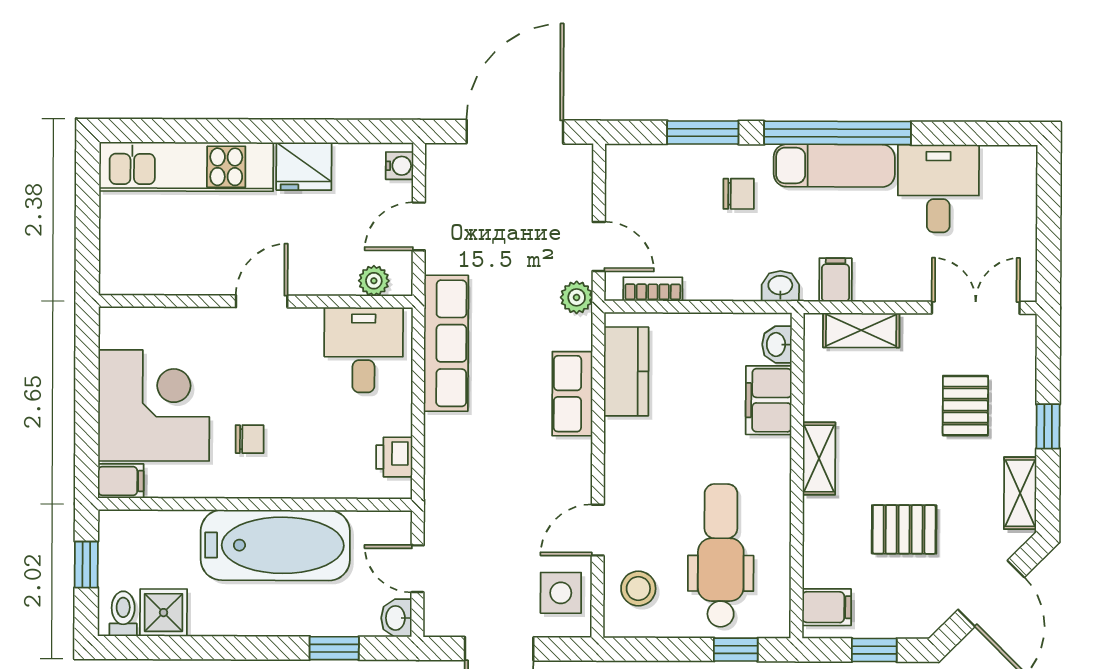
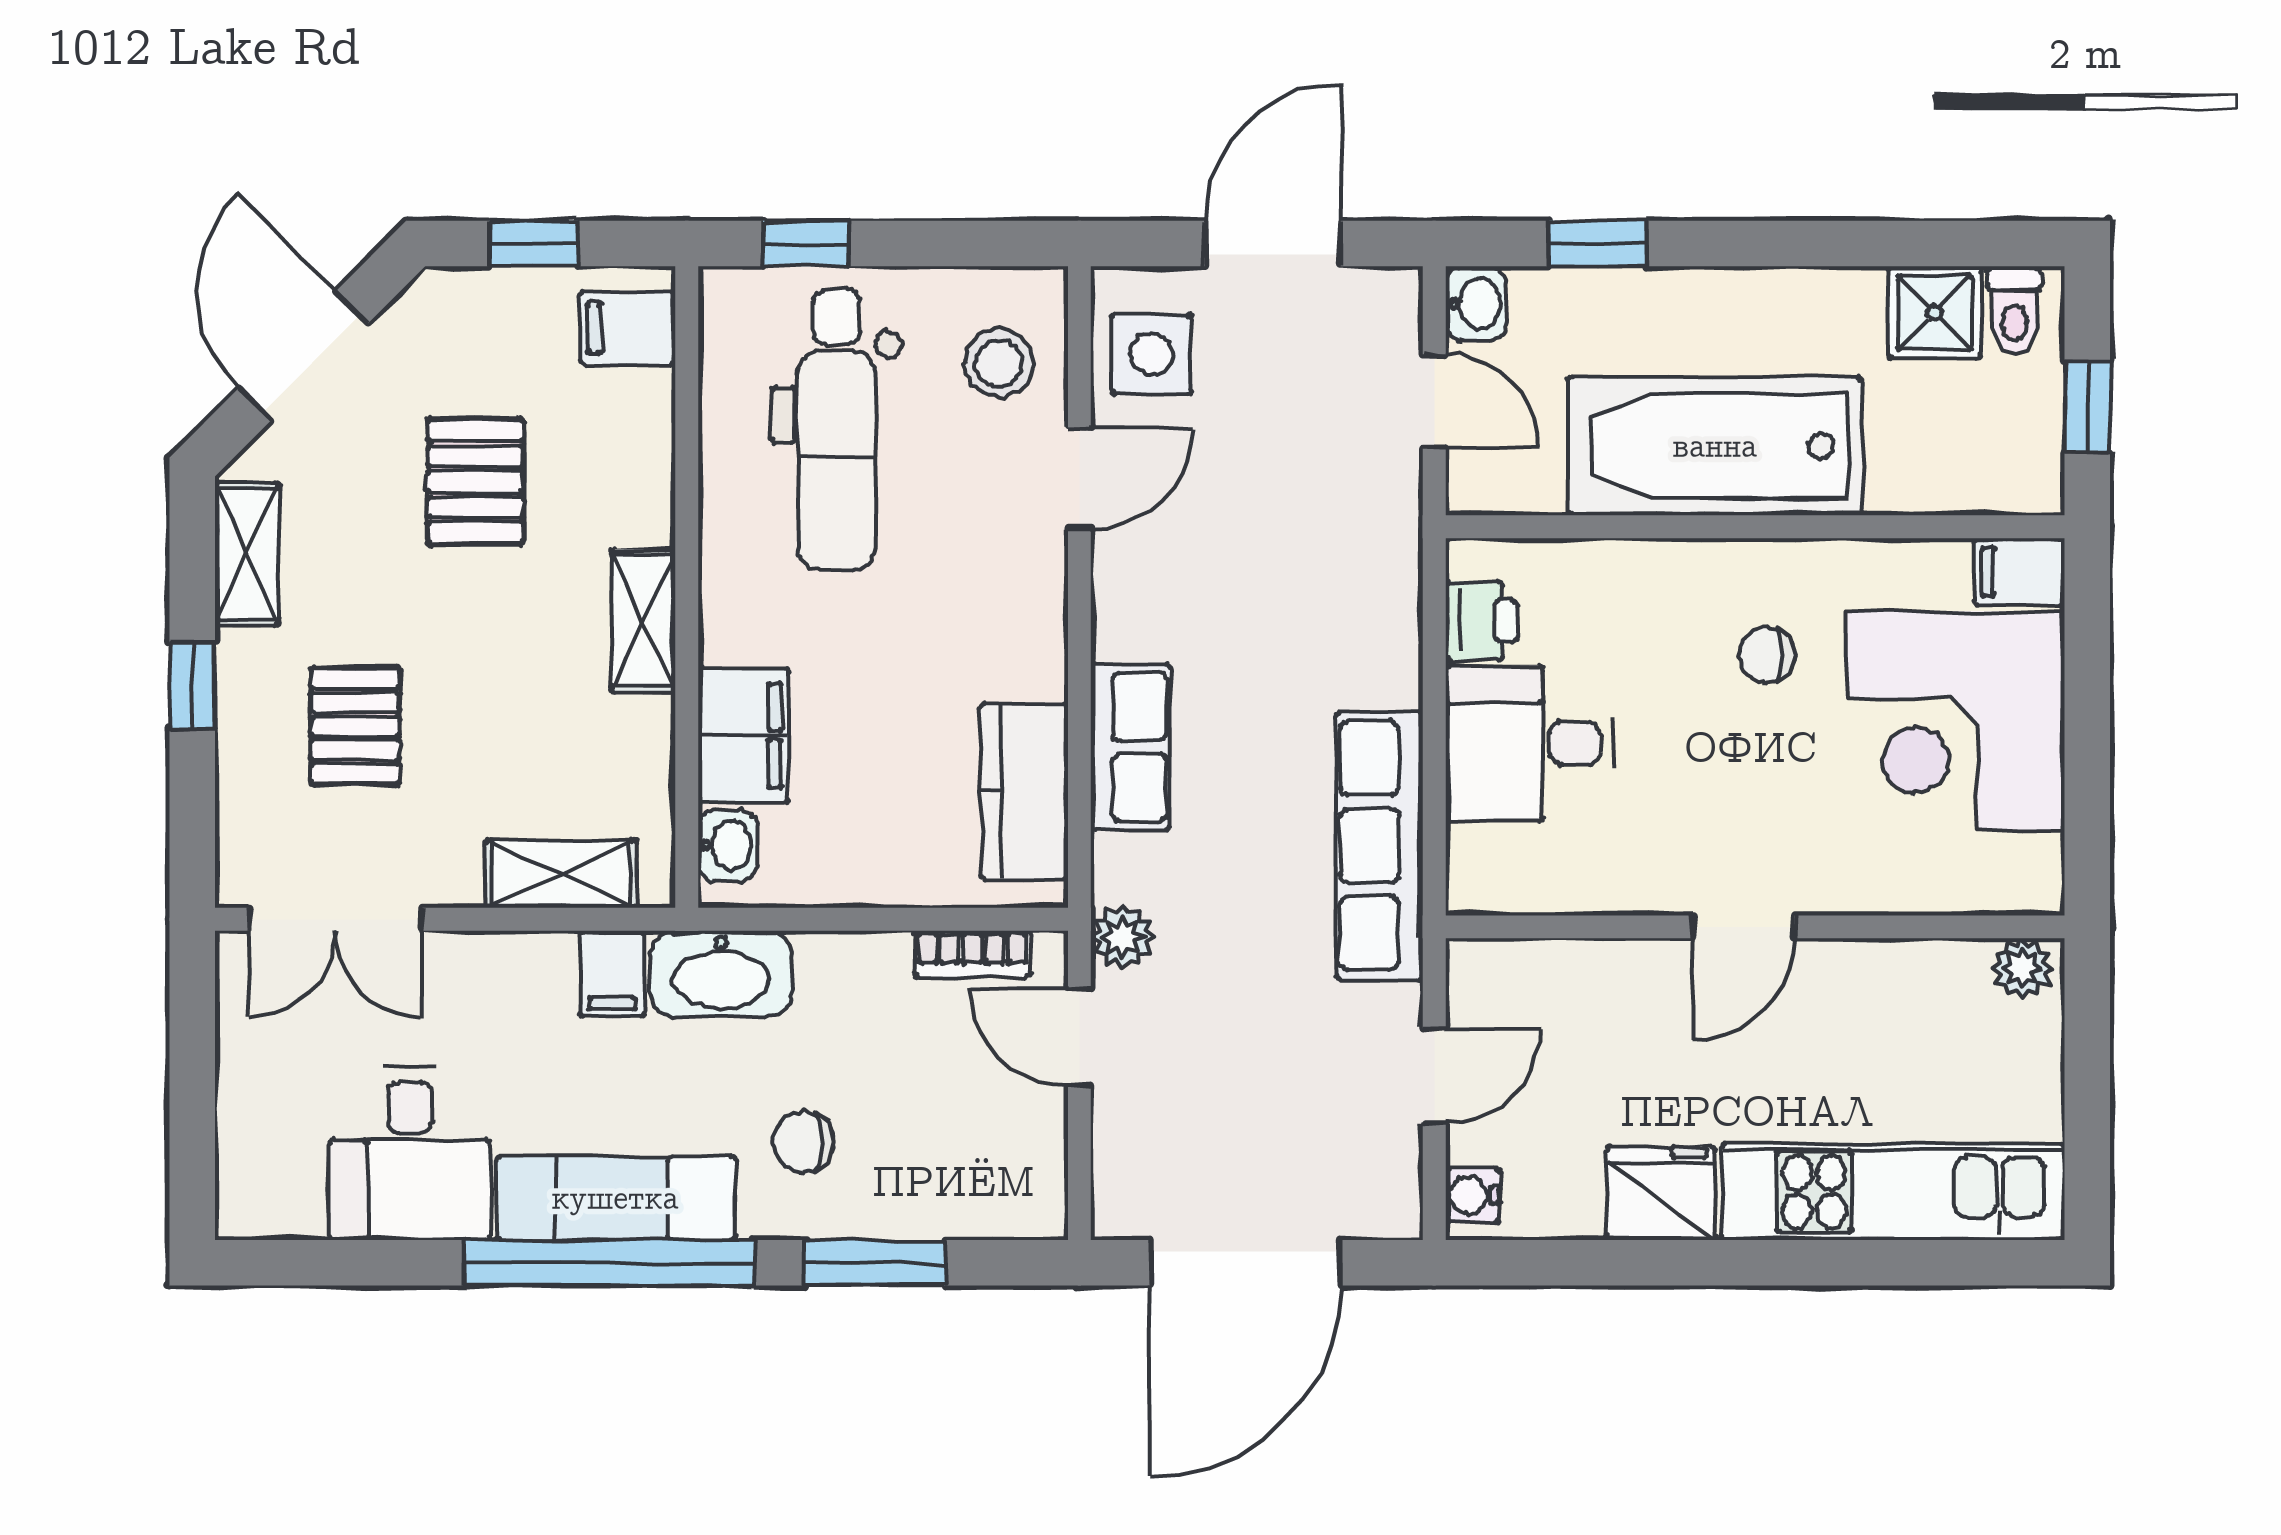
plant: (374, 281) -> (2022, 968), moved
washbasin: (780, 286) -> (721, 974), width x1.91, depth x1.45
desk: (364, 350) -> (1529, 744), moved, turned 90
pallet: (904, 529) -> (475, 482), turned 90

